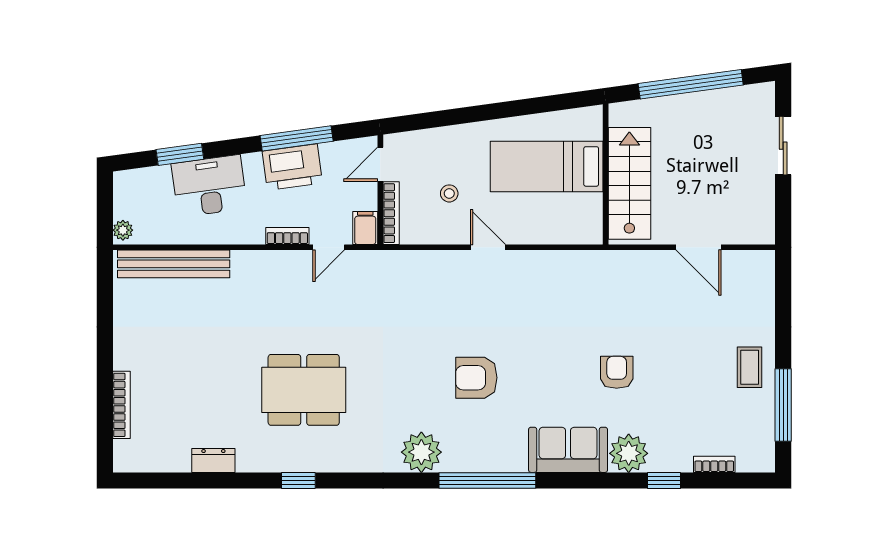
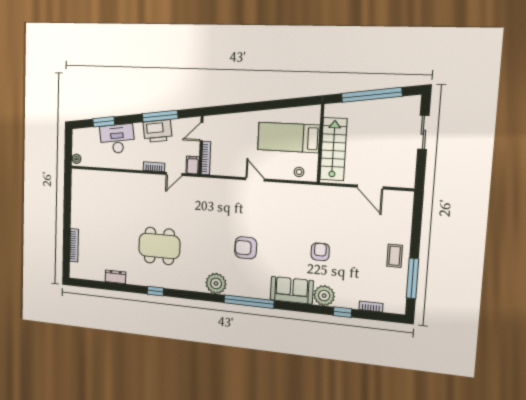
stool: (449, 193) -> (299, 172), moved
bench: (174, 264) -> (100, 177), removed

